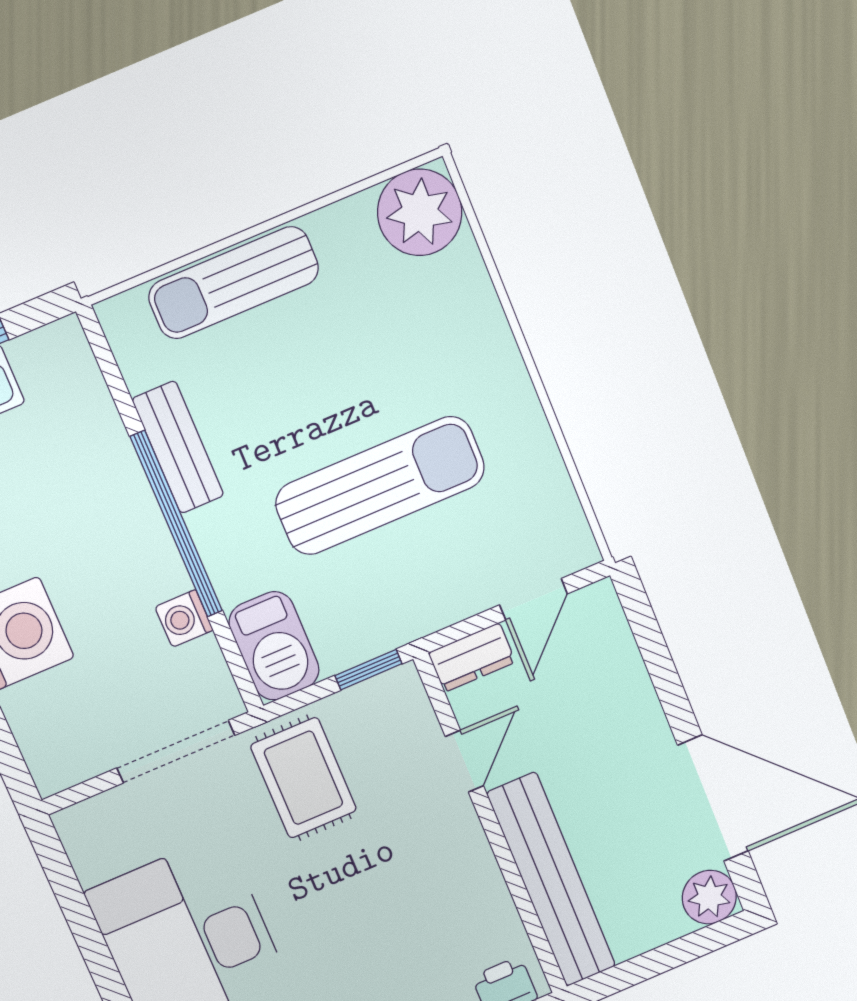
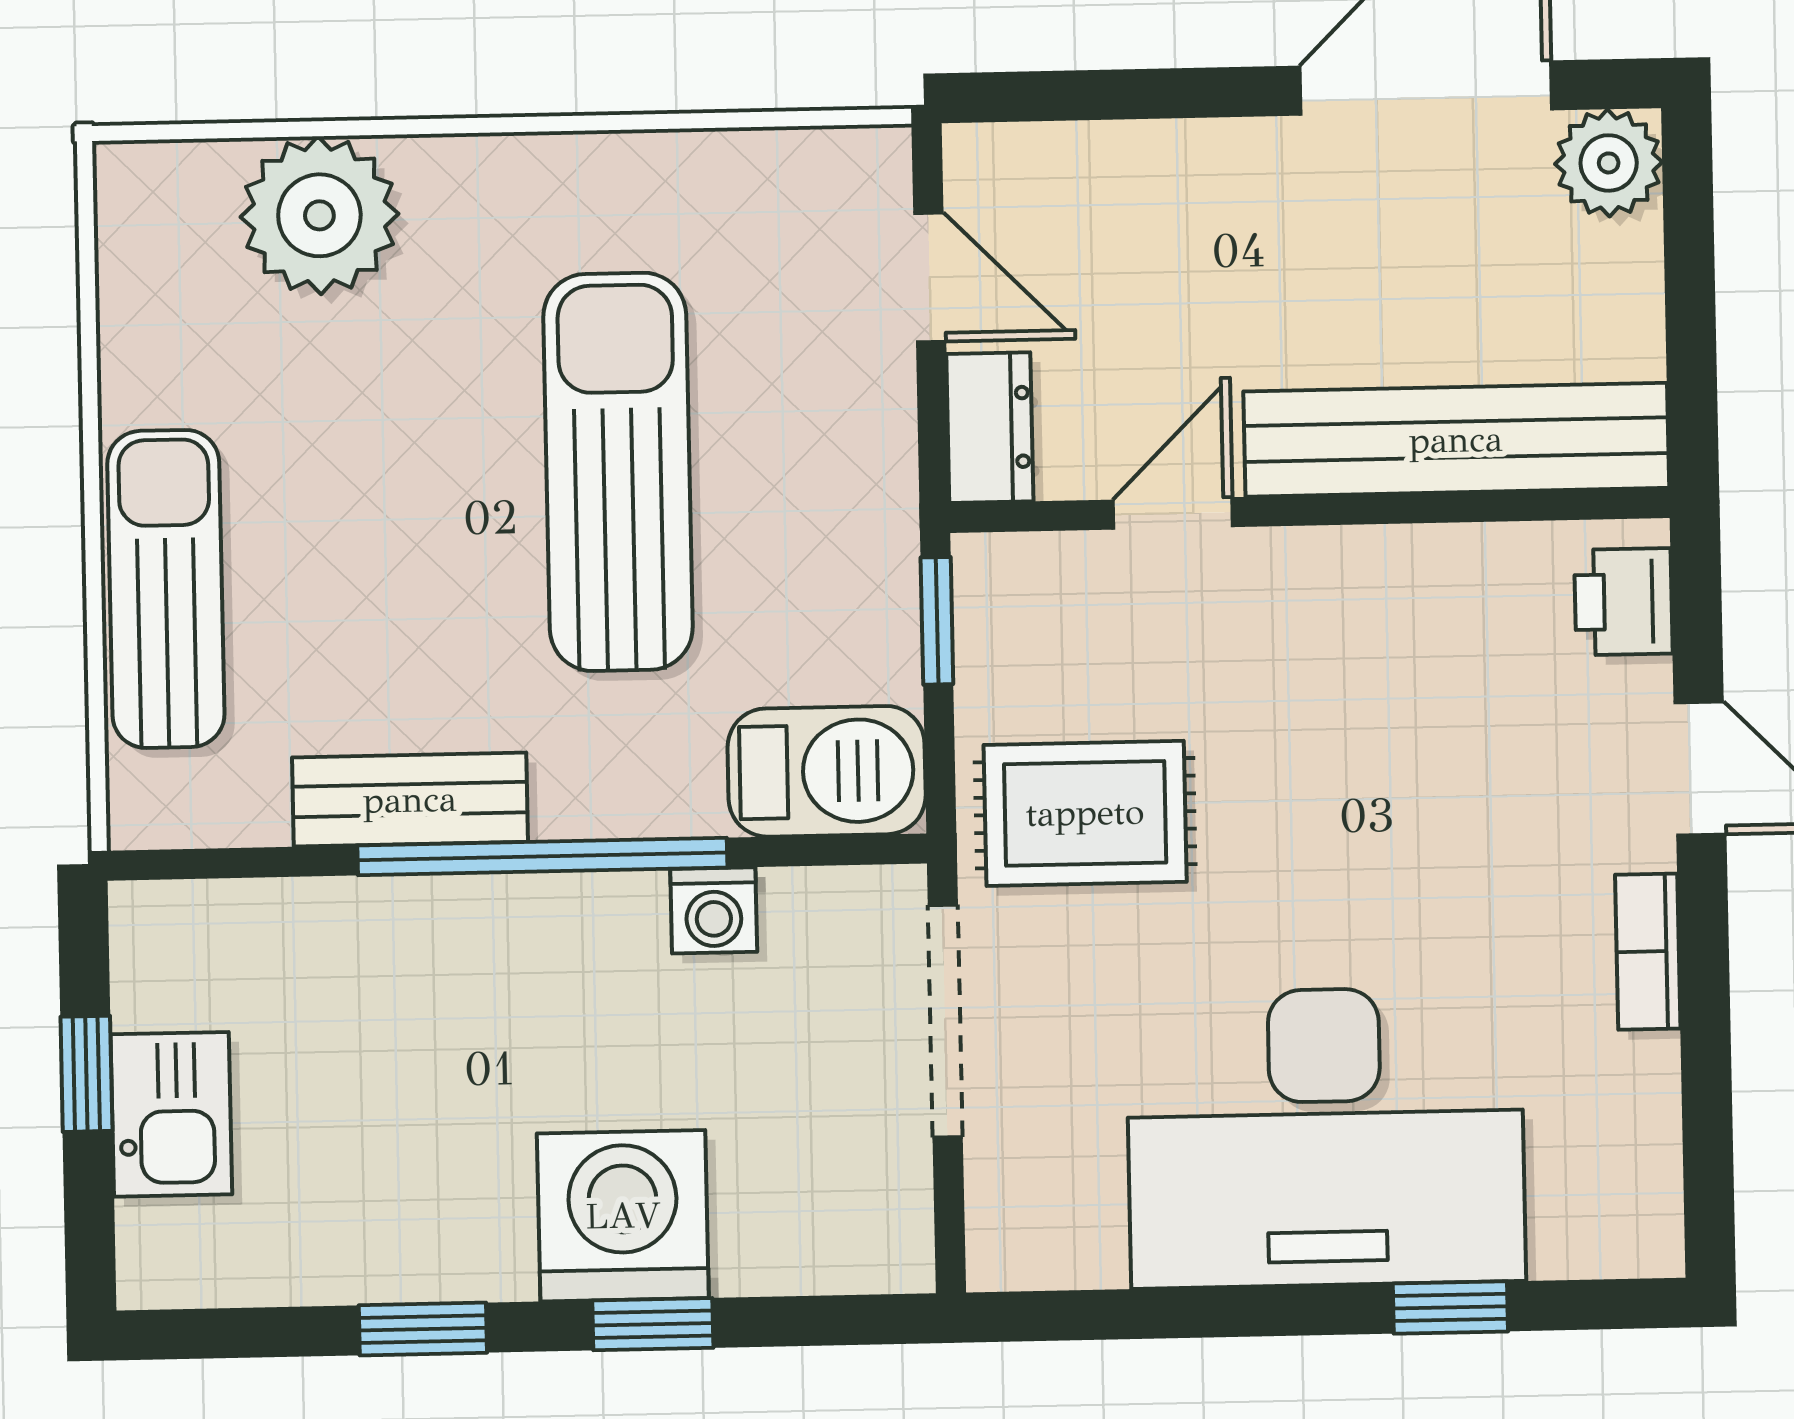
plant: (420, 212) -> (319, 215), moved
sun lounger: (234, 283) -> (166, 589), turned 180
door: (464, 761) -> (1173, 513), hinge flipped

